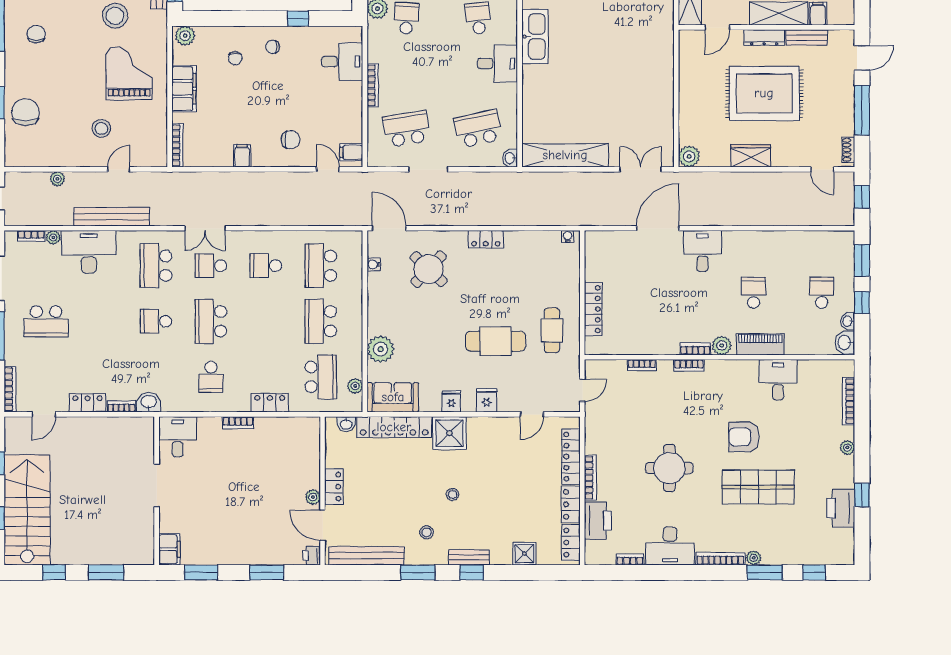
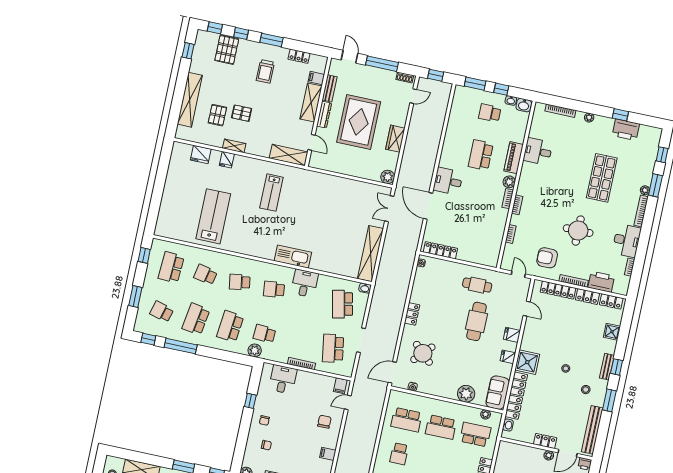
school desk: (754, 293) -> (481, 155), width x1.85
locker: (593, 309) -> (440, 250), moved
armchair: (744, 437) -> (547, 258), moved, turned 90

